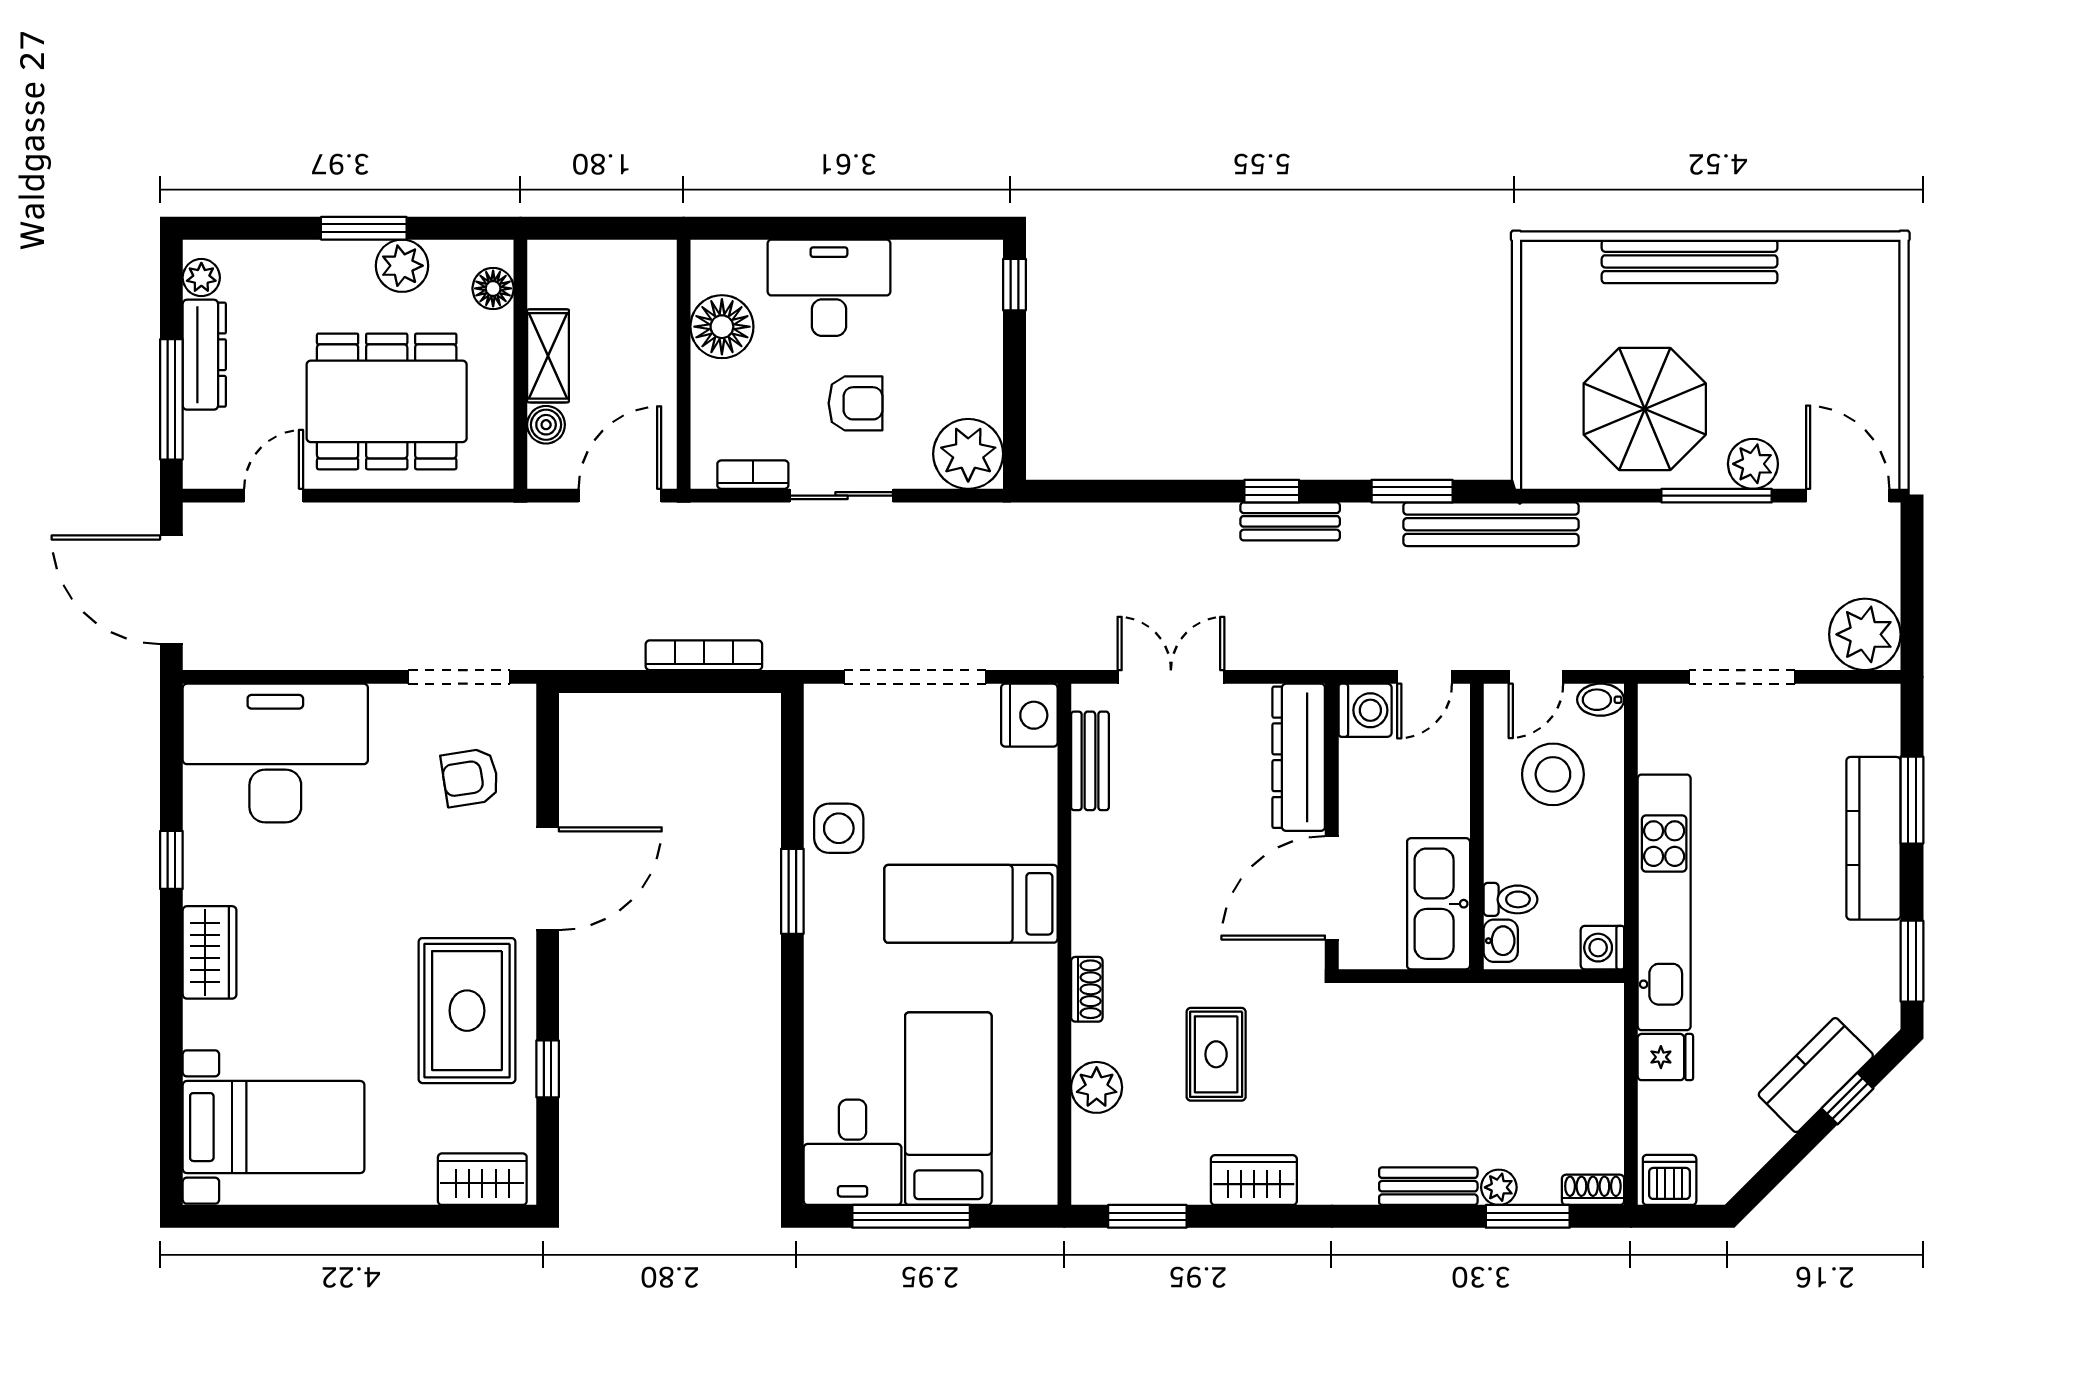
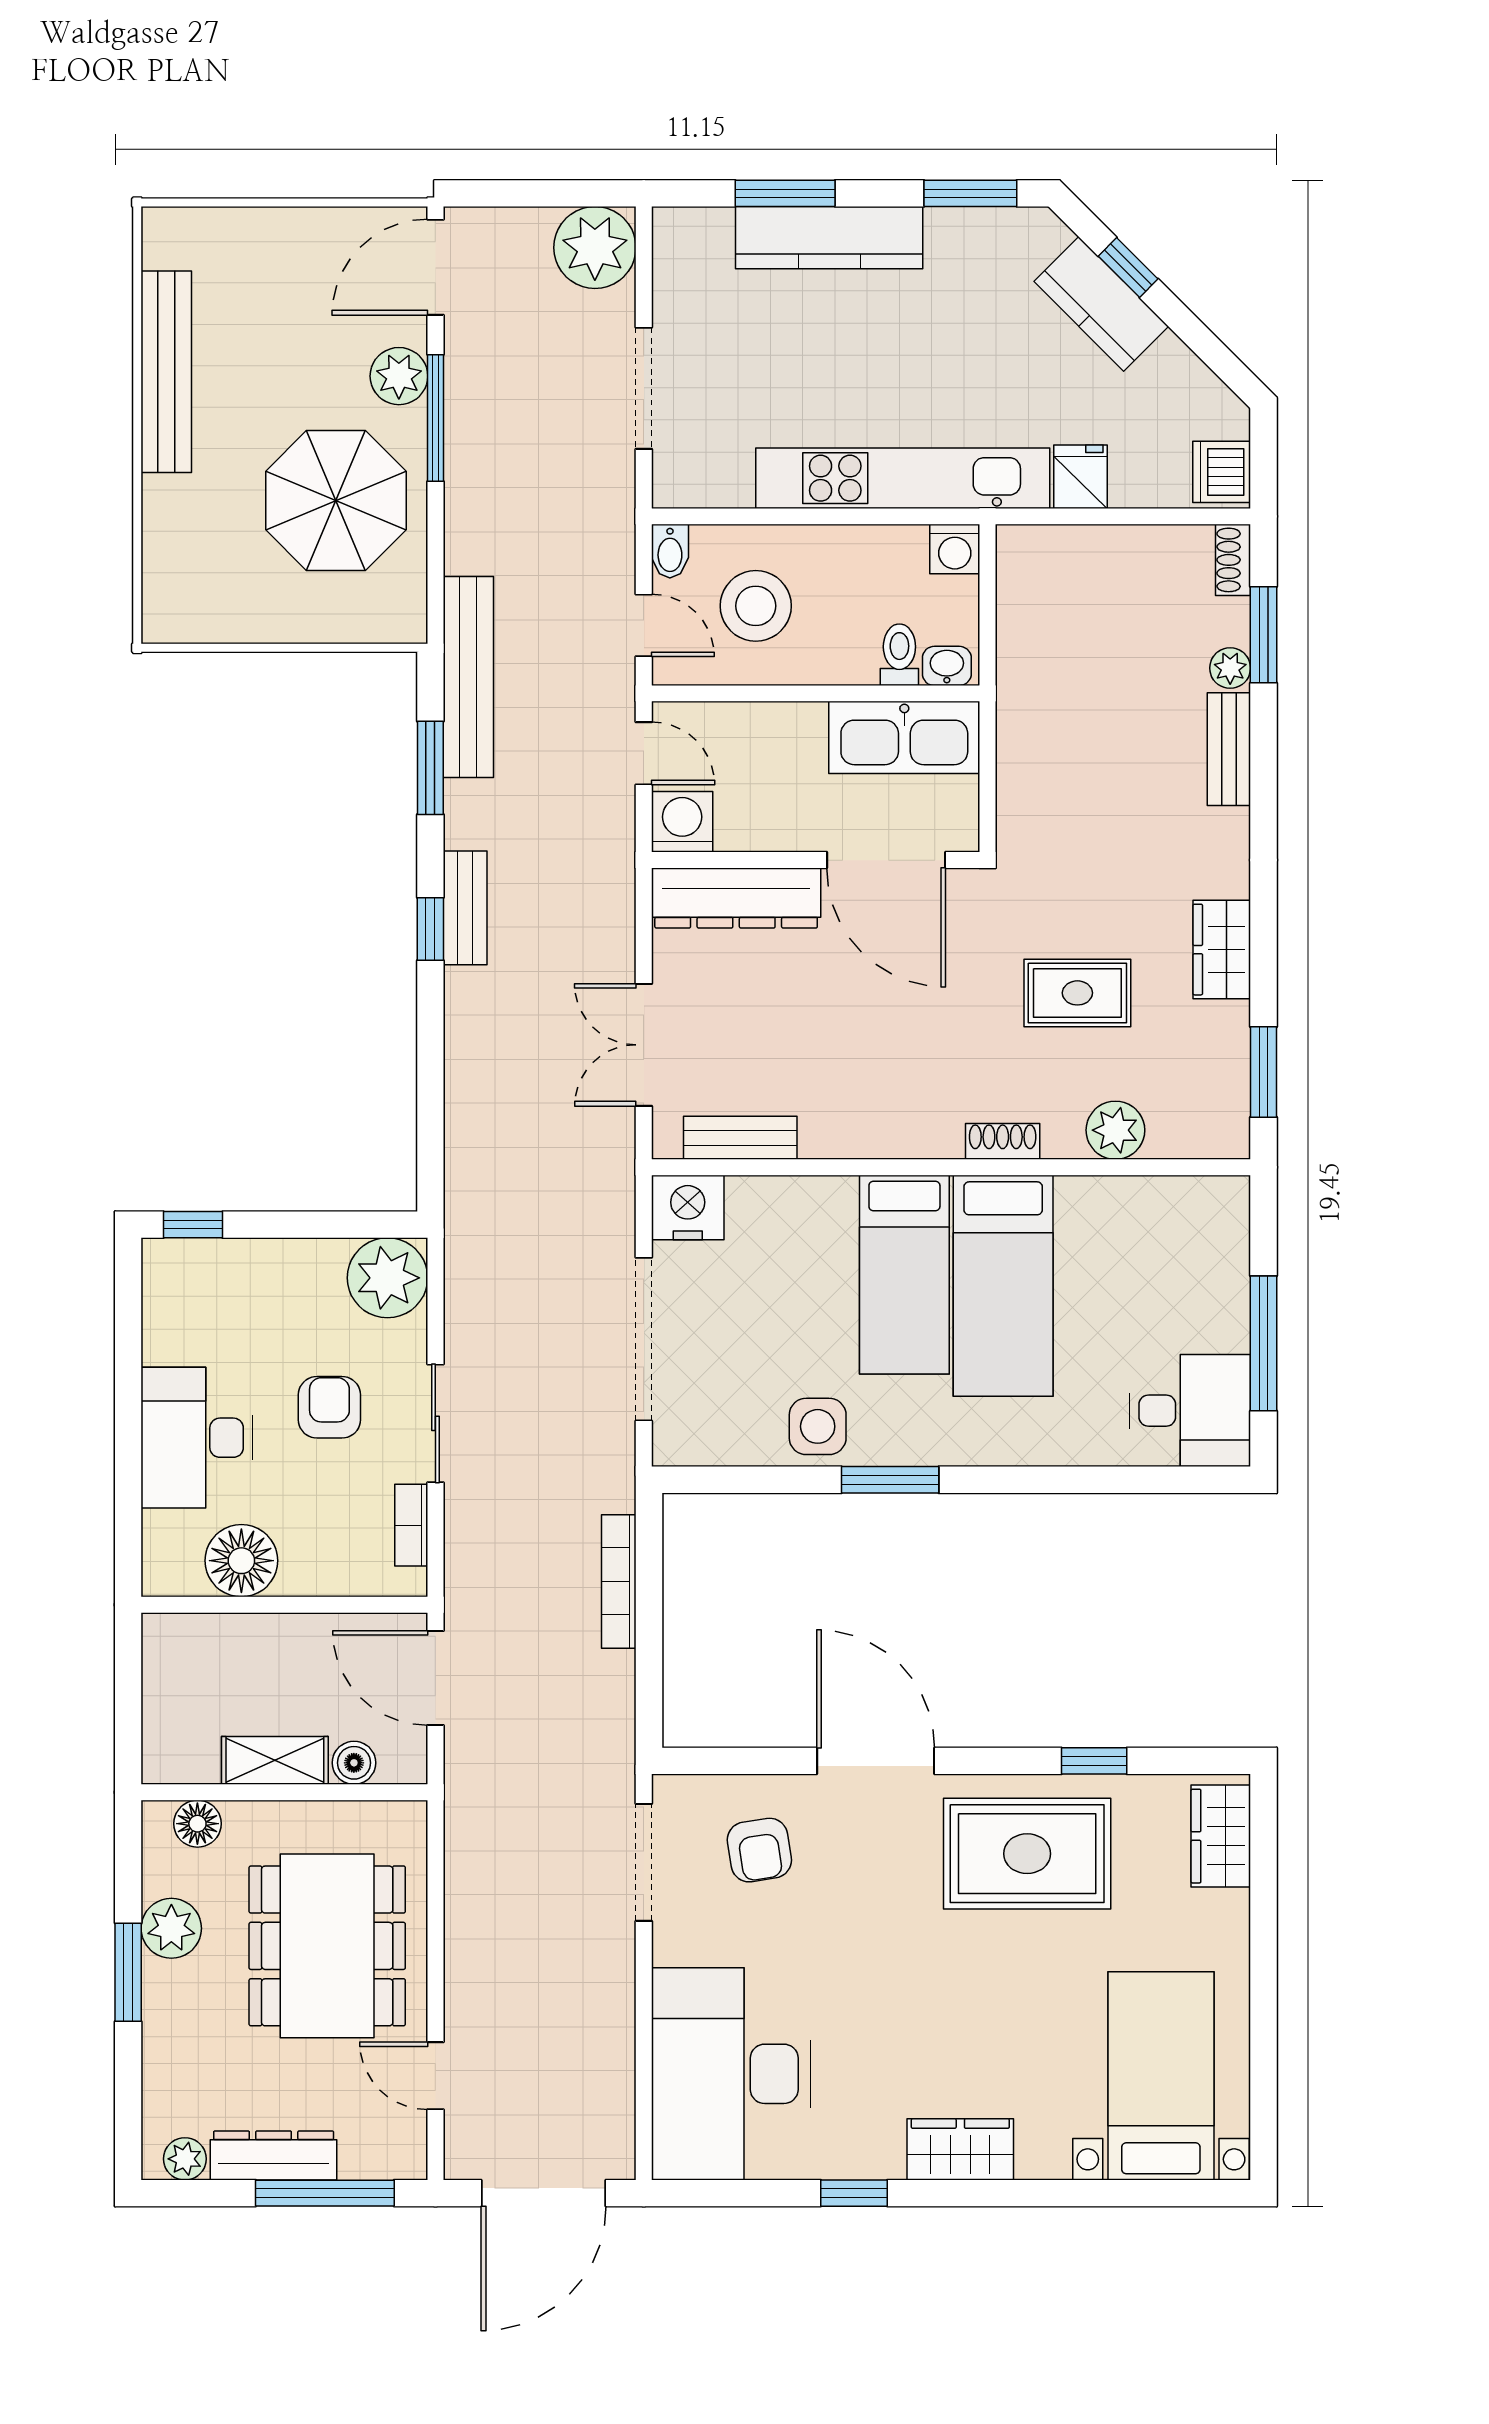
bench: (1690, 261) -> (166, 372), moved
bed: (948, 1109) -> (1003, 1286), moved, turned -90

